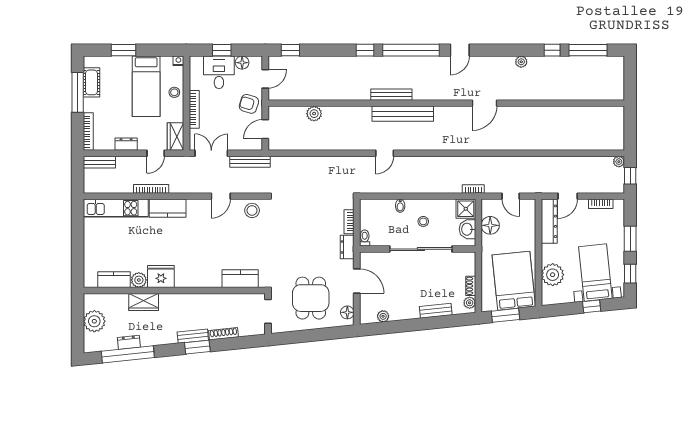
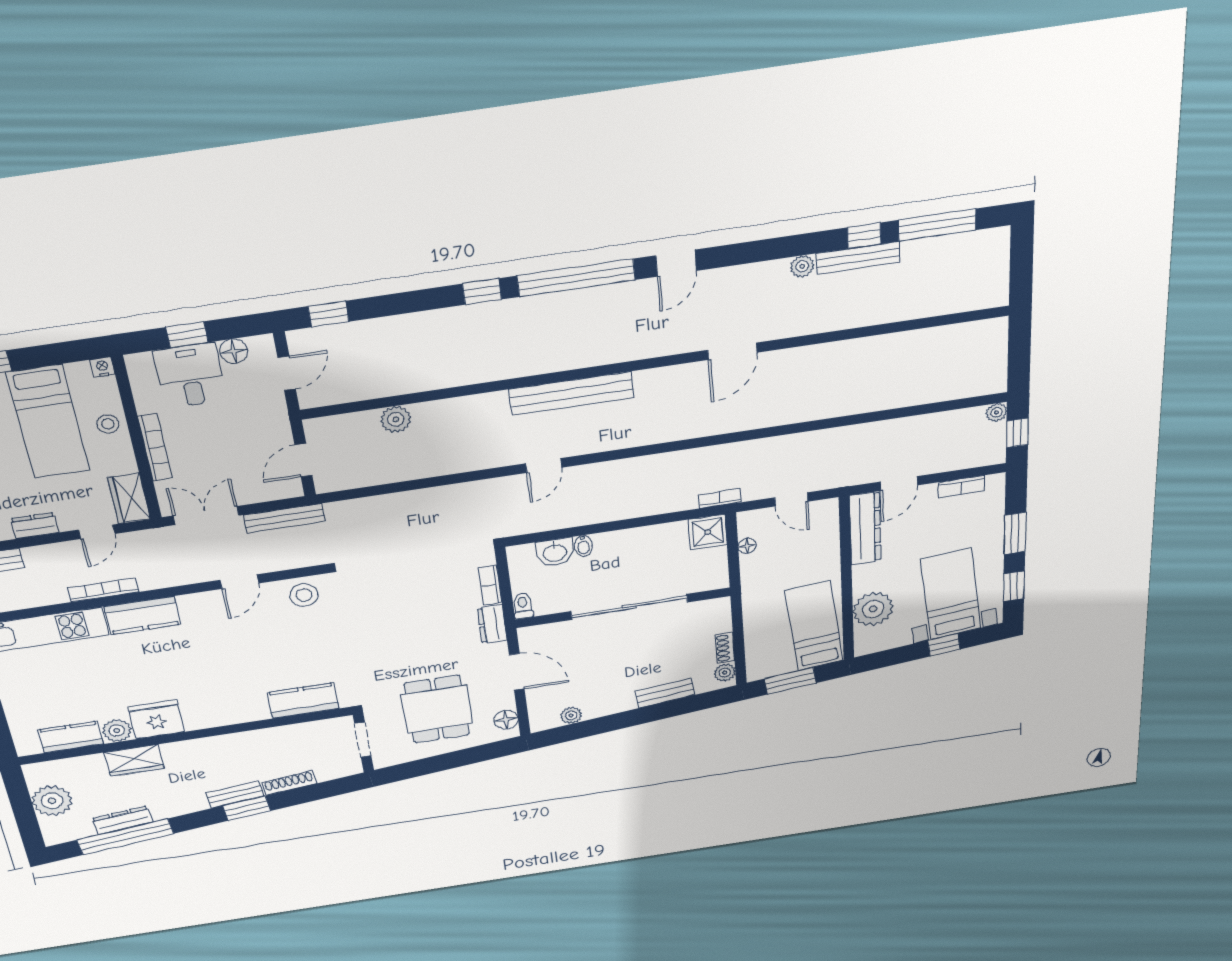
bench: (391, 95) -> (858, 258), moved
armchair: (249, 104) -> (263, 422), removed
stool: (423, 221) -> (629, 564), removed
floor lamp: (490, 225) -> (747, 546), width x0.53, depth x0.53
washbasin: (467, 229) -> (555, 552), moved, turned -90
bed: (514, 281) -> (814, 626), width x0.67
dresser: (129, 342) -> (122, 820), width x1.44

